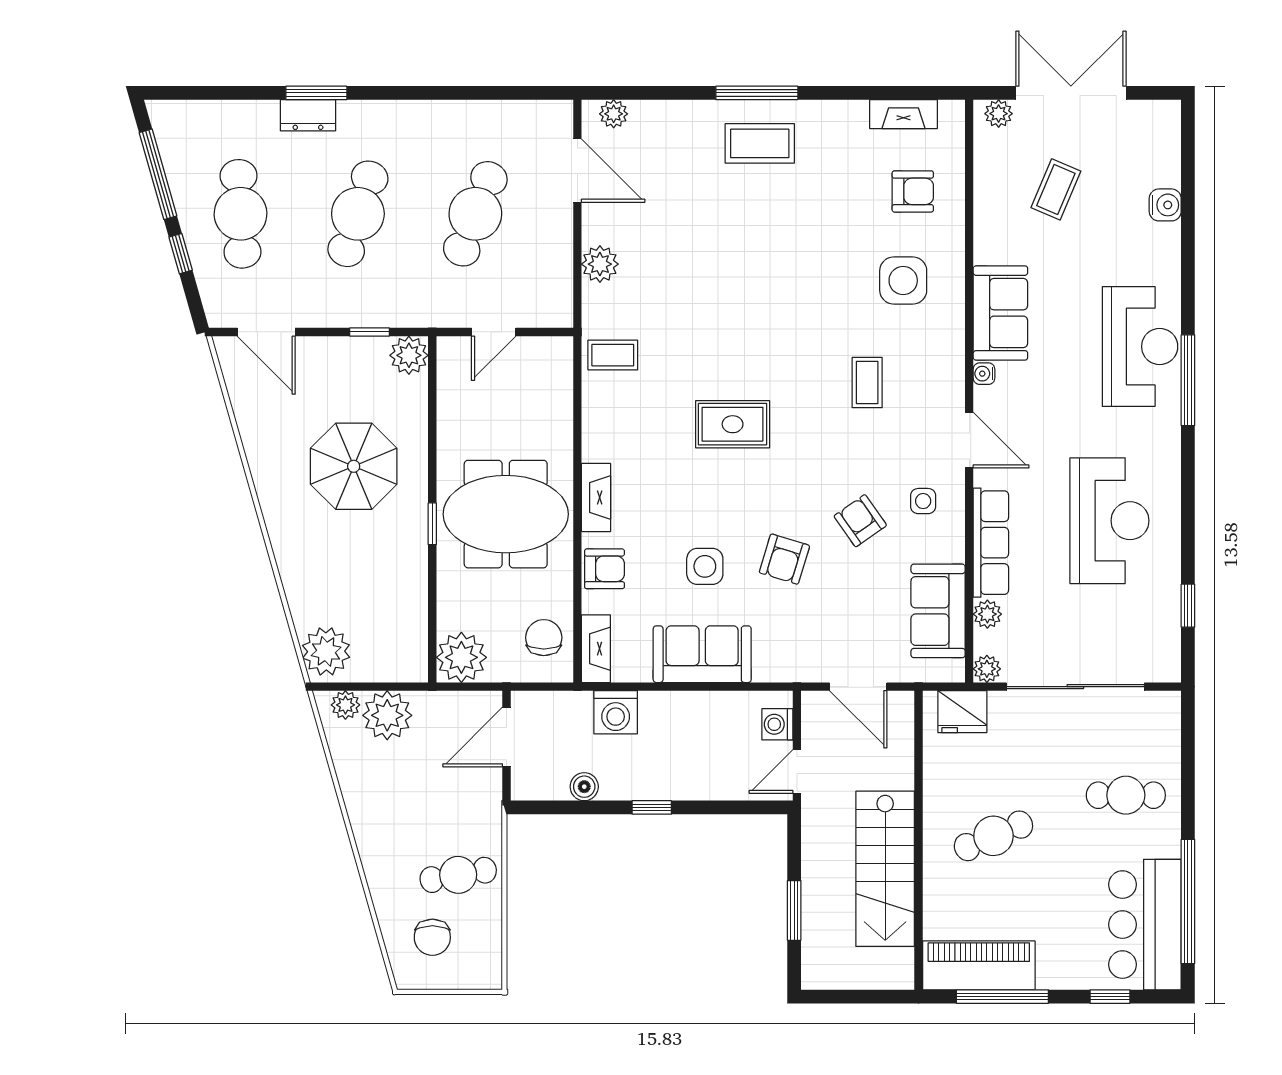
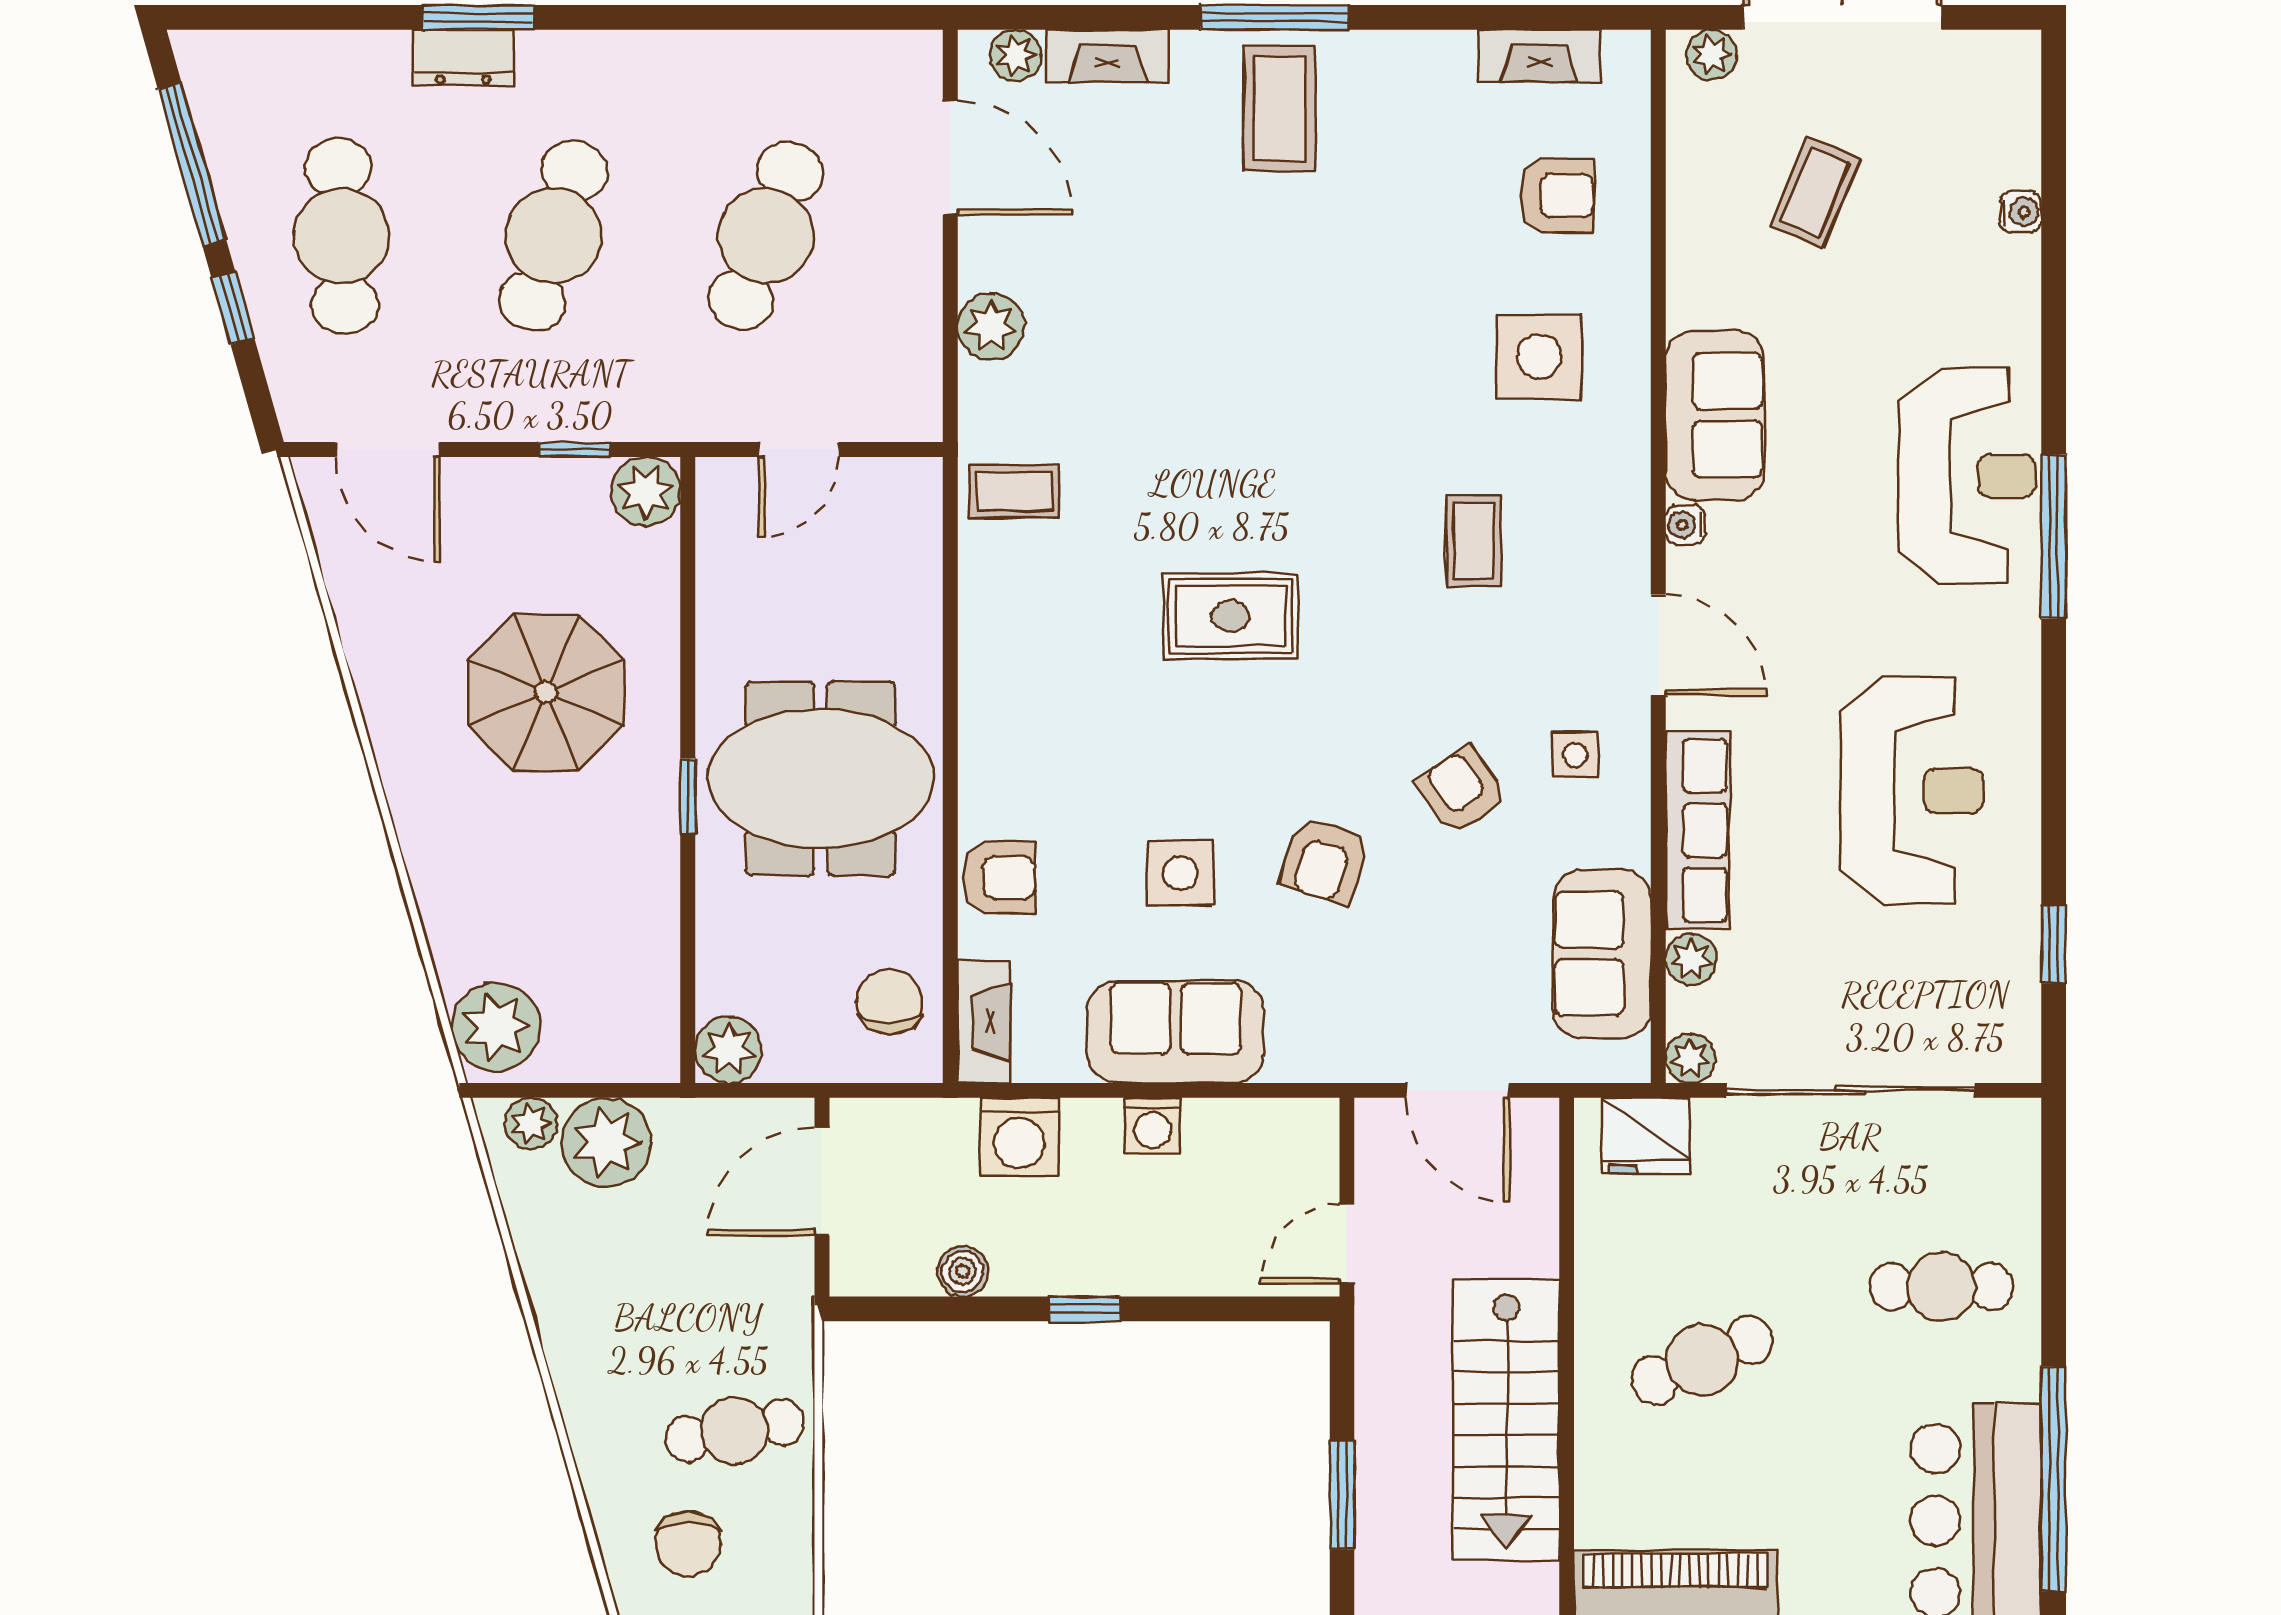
coffee table: (760, 143) -> (1280, 109), turned 90
water cooler: (1165, 205) -> (2021, 212), width x0.72, depth x0.72
fireplace: (596, 497) -> (1108, 56), moved, turned 90
plant: (461, 657) -> (728, 1050), width x0.73, depth x0.73
washing machine: (777, 724) -> (1152, 1126), moved, turned -90

